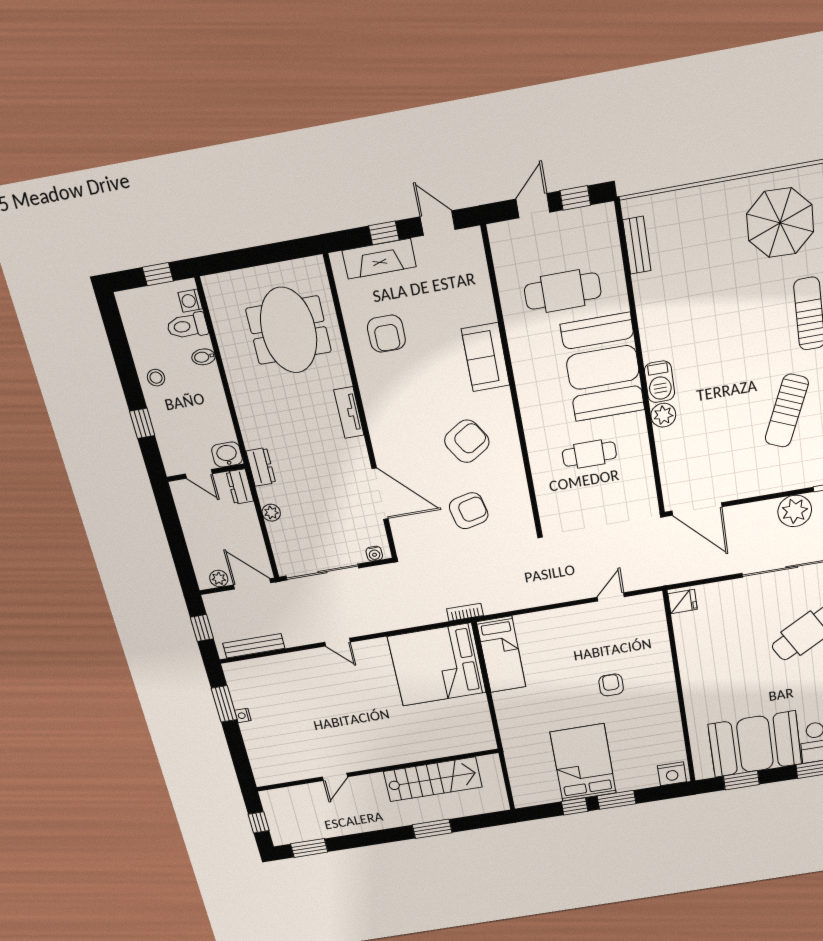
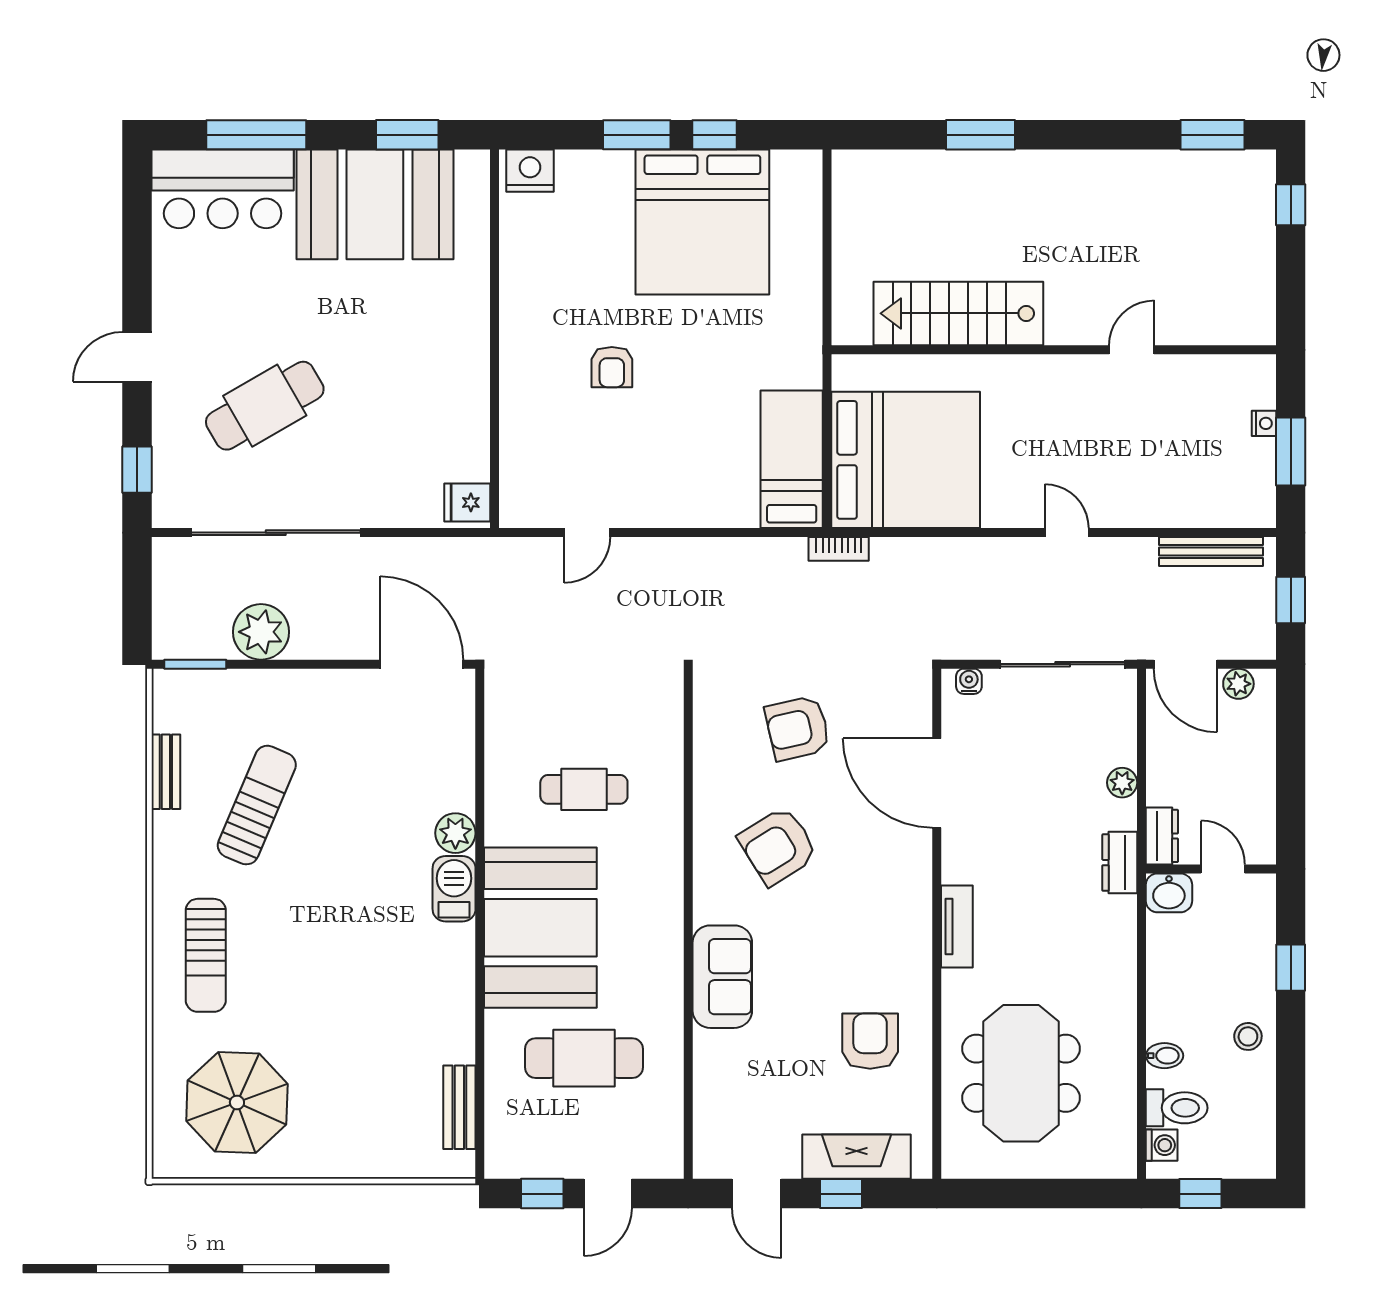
bed: (583, 763) -> (702, 222), width x1.36
wall: (377, 770) -> (1054, 350), moved
door: (335, 777) -> (1132, 350), moved
stairs: (433, 779) -> (958, 313), moved

